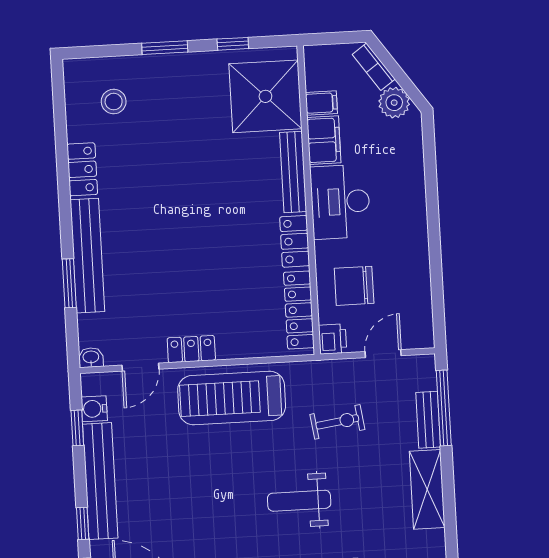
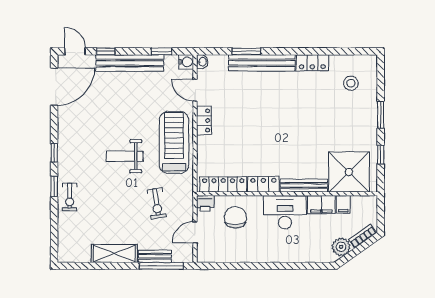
door: (383, 354) -> (195, 232), swing flipped
water cooler: (94, 409) -> (186, 62), moved, turned 90
weight bench: (299, 501) -> (125, 156), moved, turned -90

